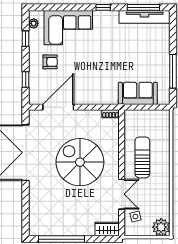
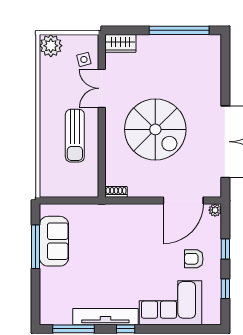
tv unit: (145, 17) -> (105, 317), moved
plant: (34, 23) -> (215, 210), moved
window: (26, 80) -> (225, 249), moved
sofa: (138, 93) -> (54, 241), moved, turned -90

